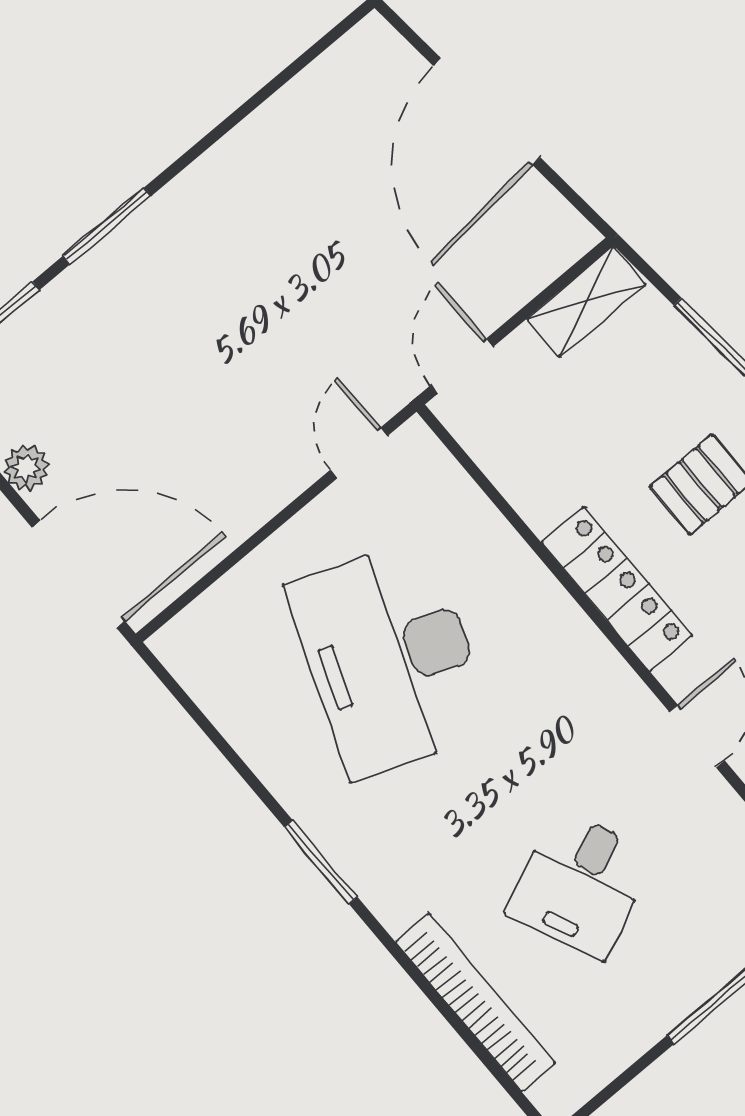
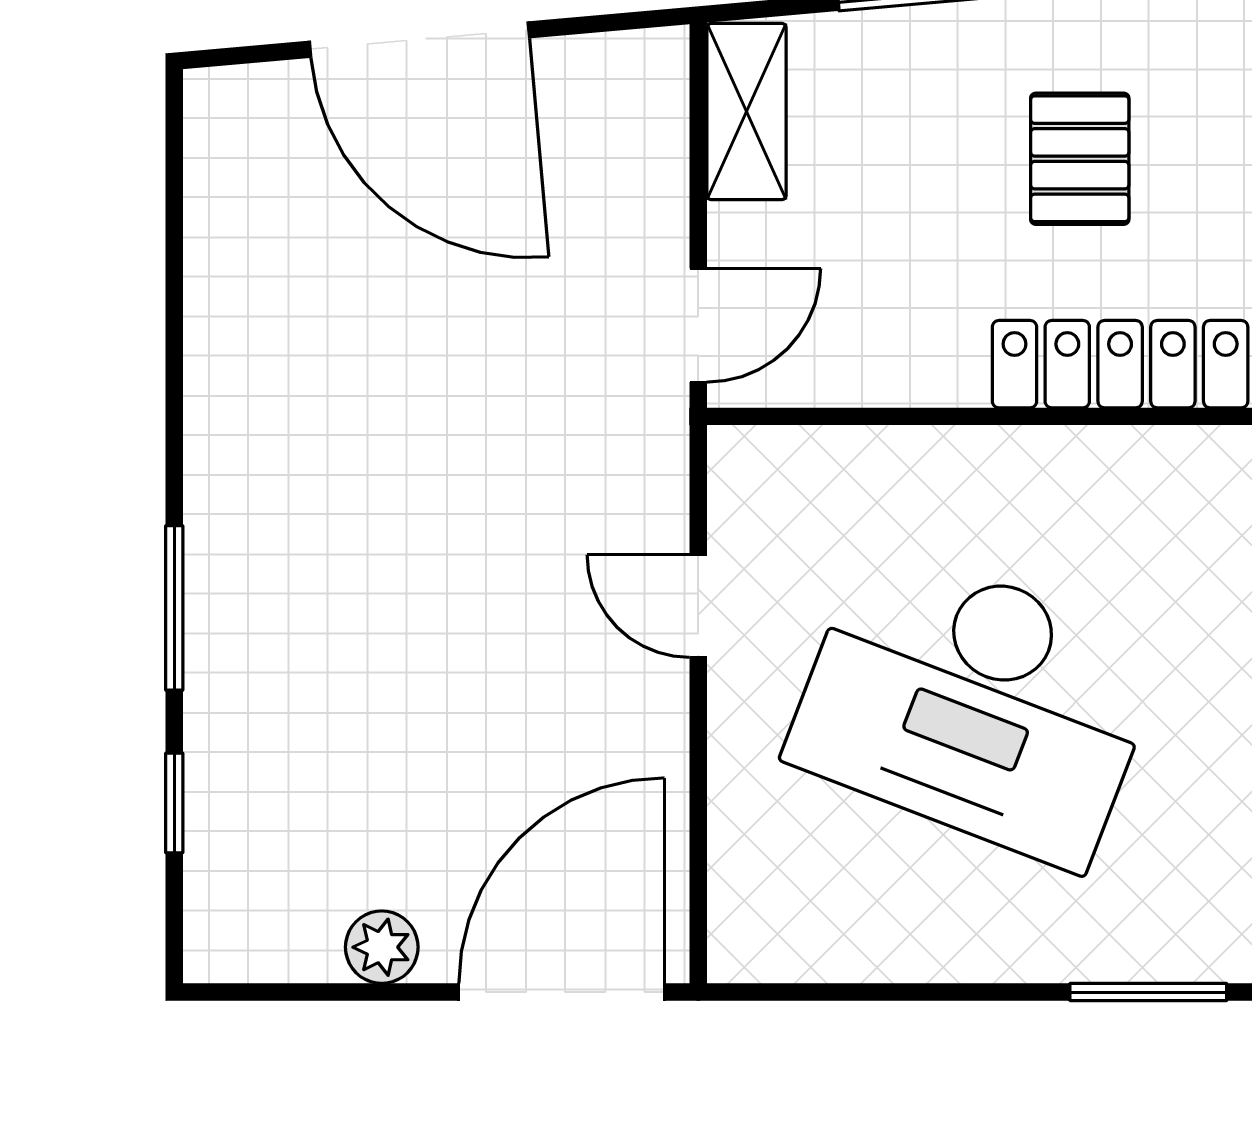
door: (462, 366) -> (698, 325), swing flipped
door: (359, 453) -> (698, 606), moved

